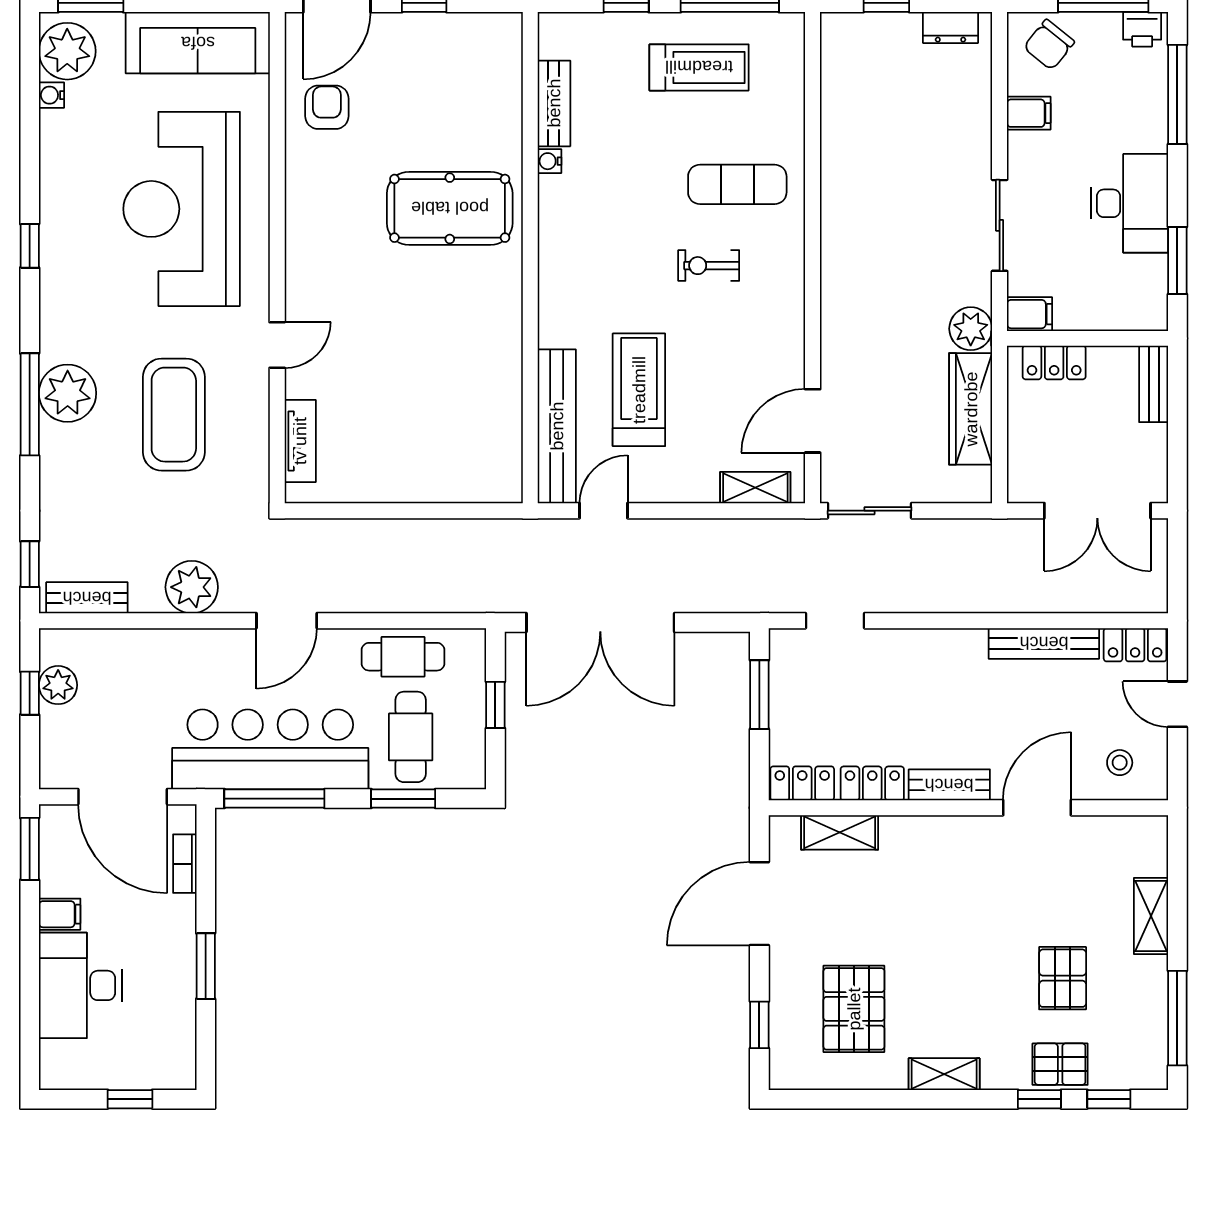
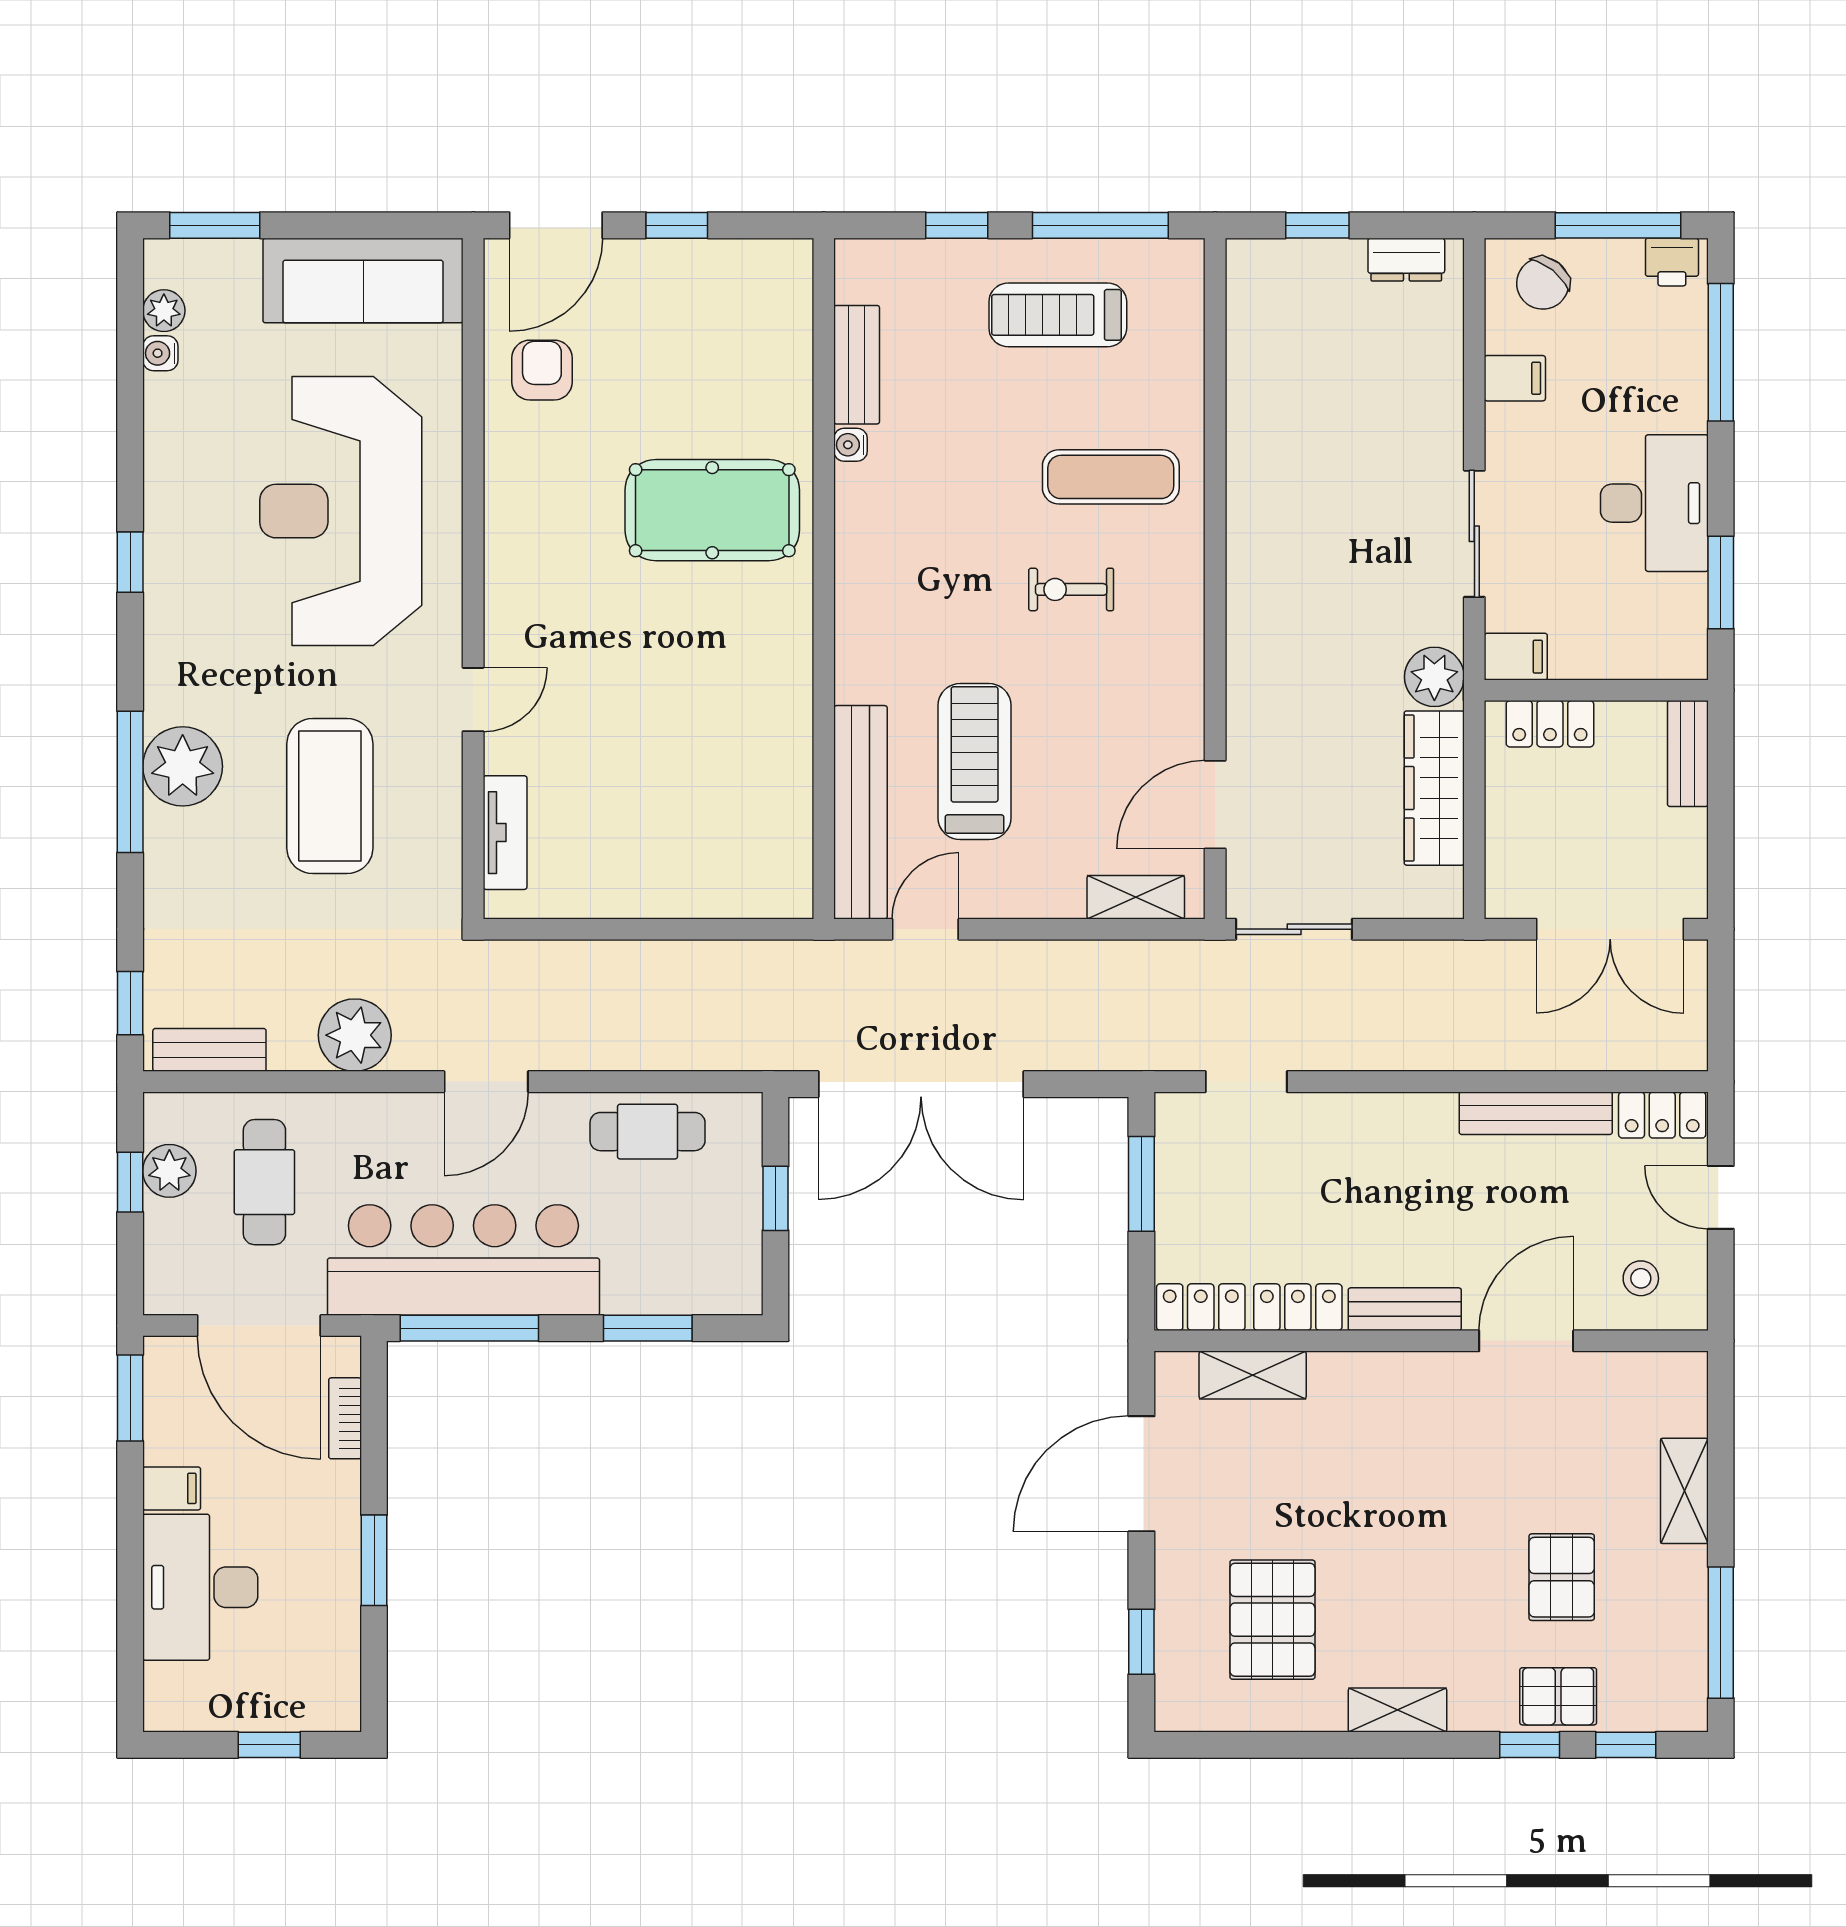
plant: (67, 51) -> (164, 311), width x0.53, depth x0.53
treadmill: (699, 67) -> (1058, 315), turned 180
cafe table: (411, 737) -> (264, 1182), moved

